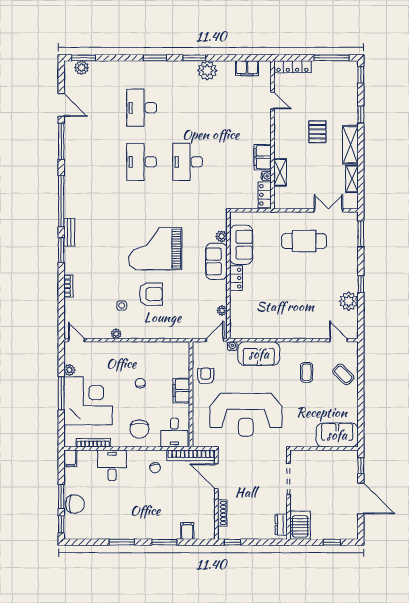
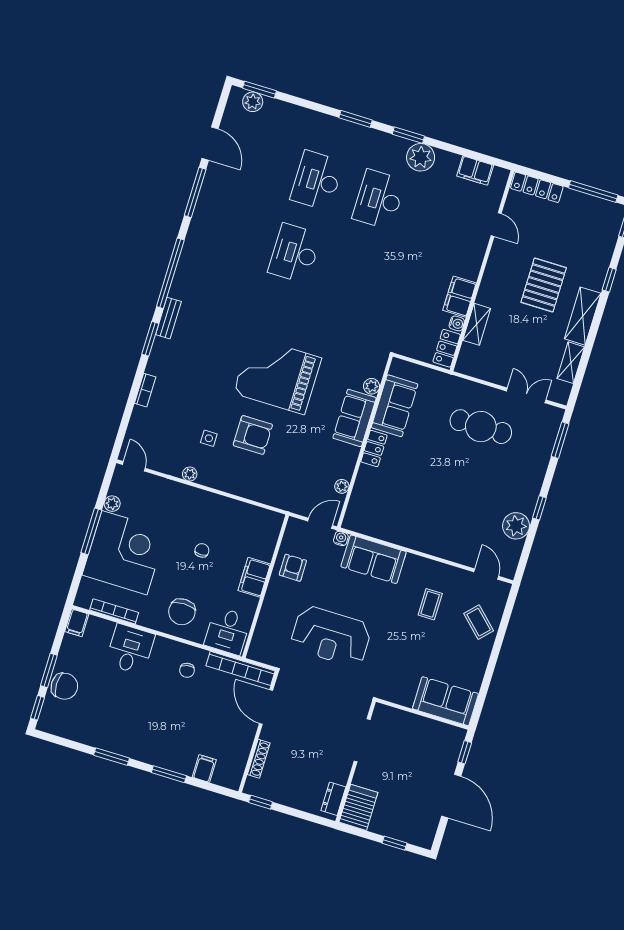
pallet: (317, 132) -> (544, 285), width x1.50, depth x1.42
desk: (188, 162) -> (379, 199), moved
reception desk: (246, 415) -> (331, 636), width x0.74, depth x0.77

